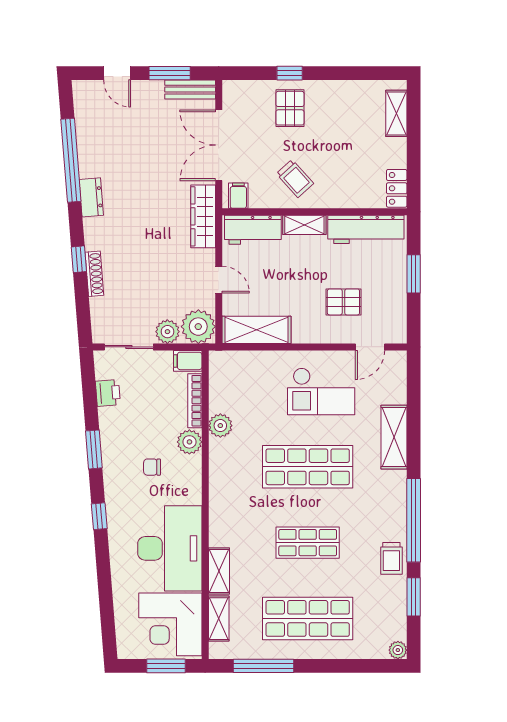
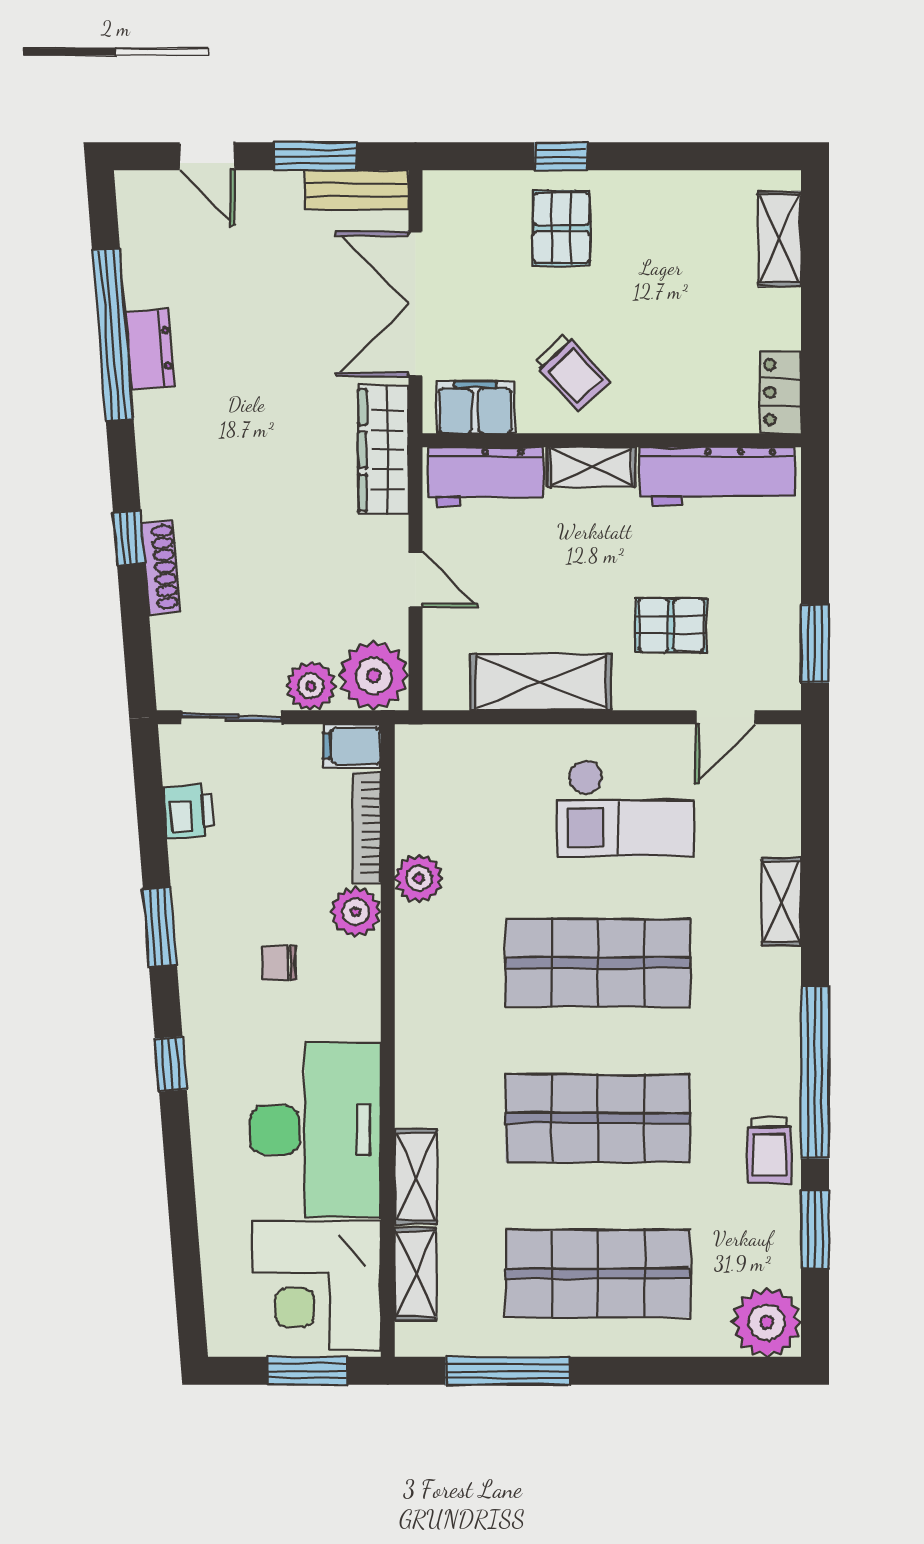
filing cabinet: (238, 196) -> (475, 407), width x2.00
dresser: (91, 197) -> (150, 349), moved
window: (414, 274) -> (815, 644), moved
shelving: (256, 330) -> (541, 682), moved
shelving: (394, 437) -> (781, 902), width x0.67, depth x0.75
shop shelf: (308, 543) -> (598, 1118), width x1.43, depth x1.36
plant: (398, 650) -> (767, 1322), width x1.88, depth x1.88

